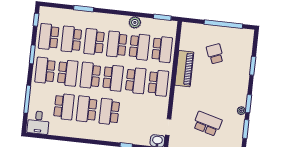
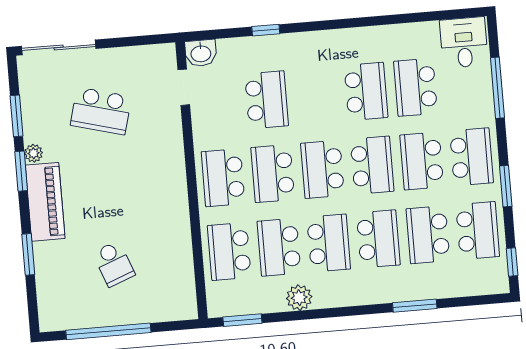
school desk: (71, 39) -> (428, 235), turned 180
piano: (184, 69) -> (45, 202), moved, turned 180
school desk: (109, 112) -> (267, 100), moved

